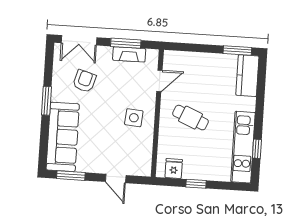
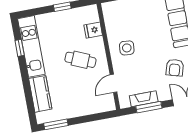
kitchen counter: (247, 76) -> (40, 94), moved
fridge: (174, 169) -> (93, 30), moved, turned 90

